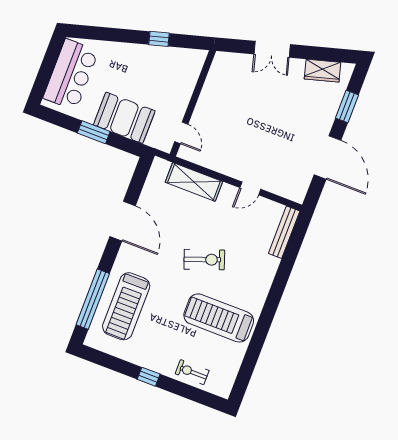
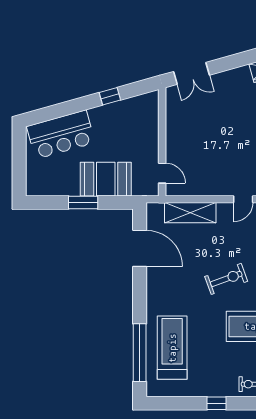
double door: (272, 49) -> (191, 73), moved
bar counter: (71, 74) -> (61, 135), moved, turned 74
door: (123, 221) -> (140, 248), moved
treadmill: (126, 306) -> (172, 348), turned 180

